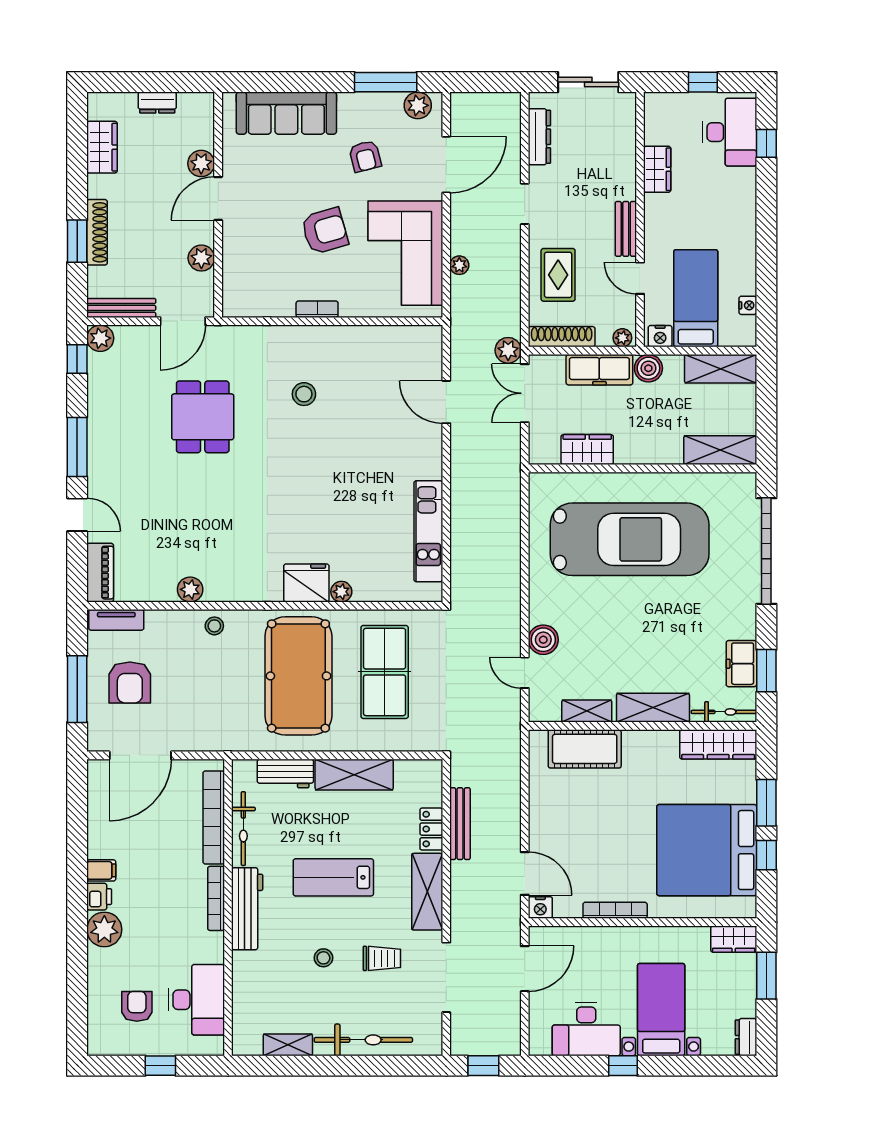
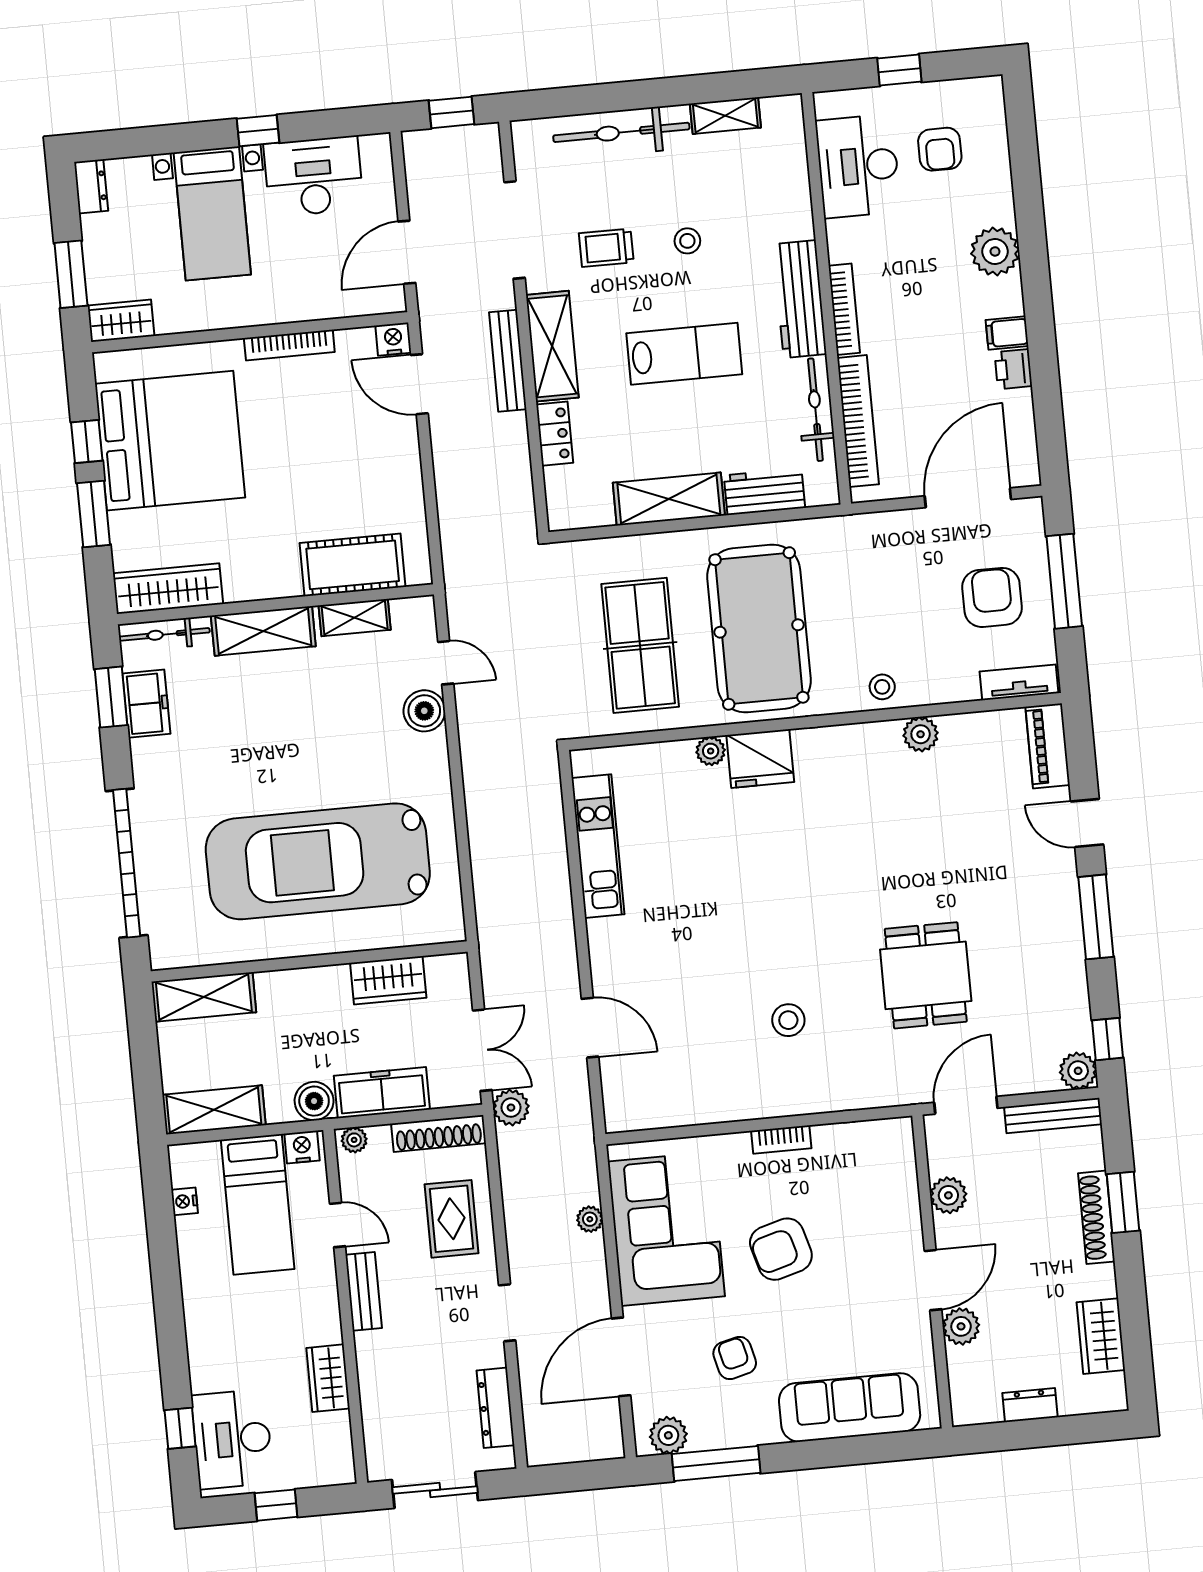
bench: (460, 824) -> (508, 361), moved
printer: (99, 897) -> (1013, 369), moved

